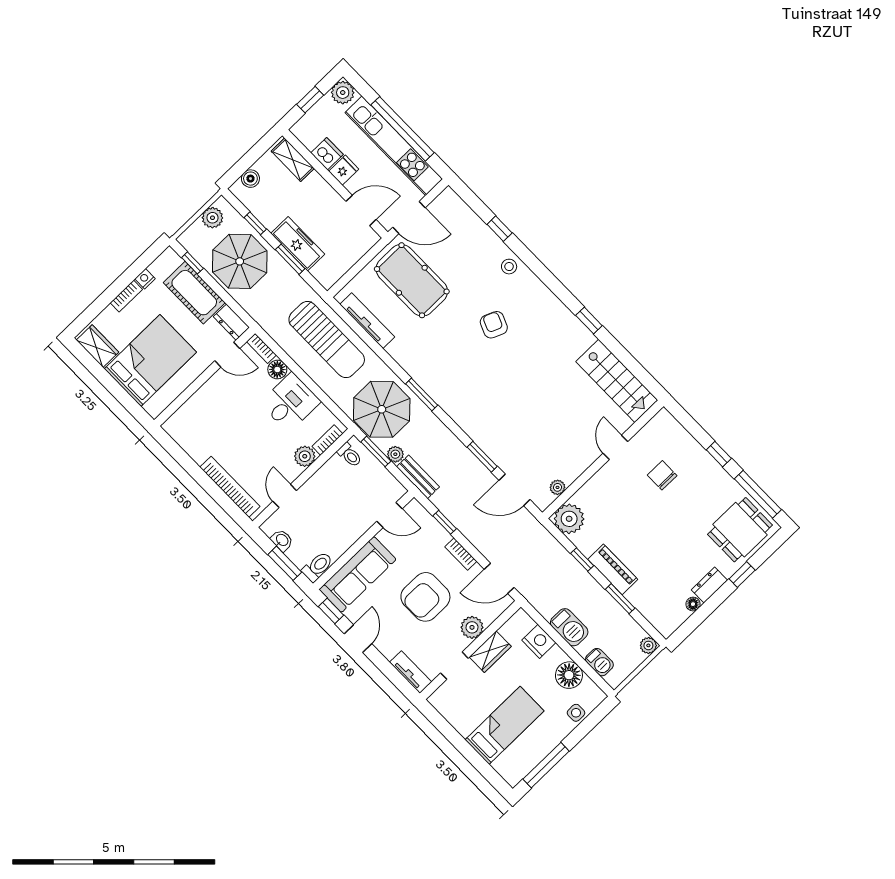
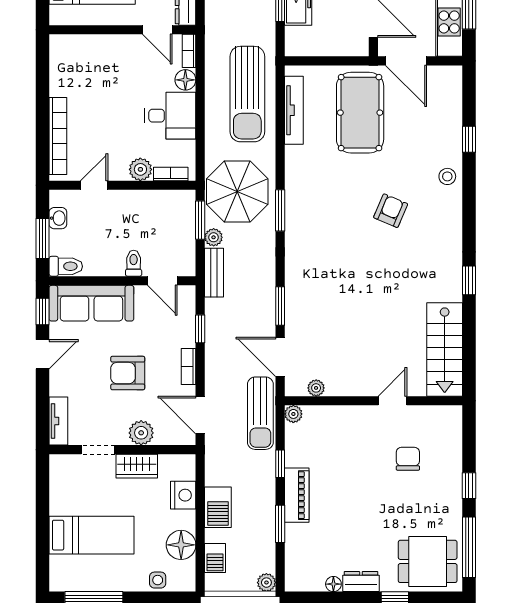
toilet: (350, 455) -> (134, 263), moved, turned 180
plant: (569, 519) -> (293, 414), width x0.53, depth x0.53
sun lounger: (537, 539) -> (260, 413), added
armchair: (425, 597) -> (128, 373), width x0.73, depth x0.73

